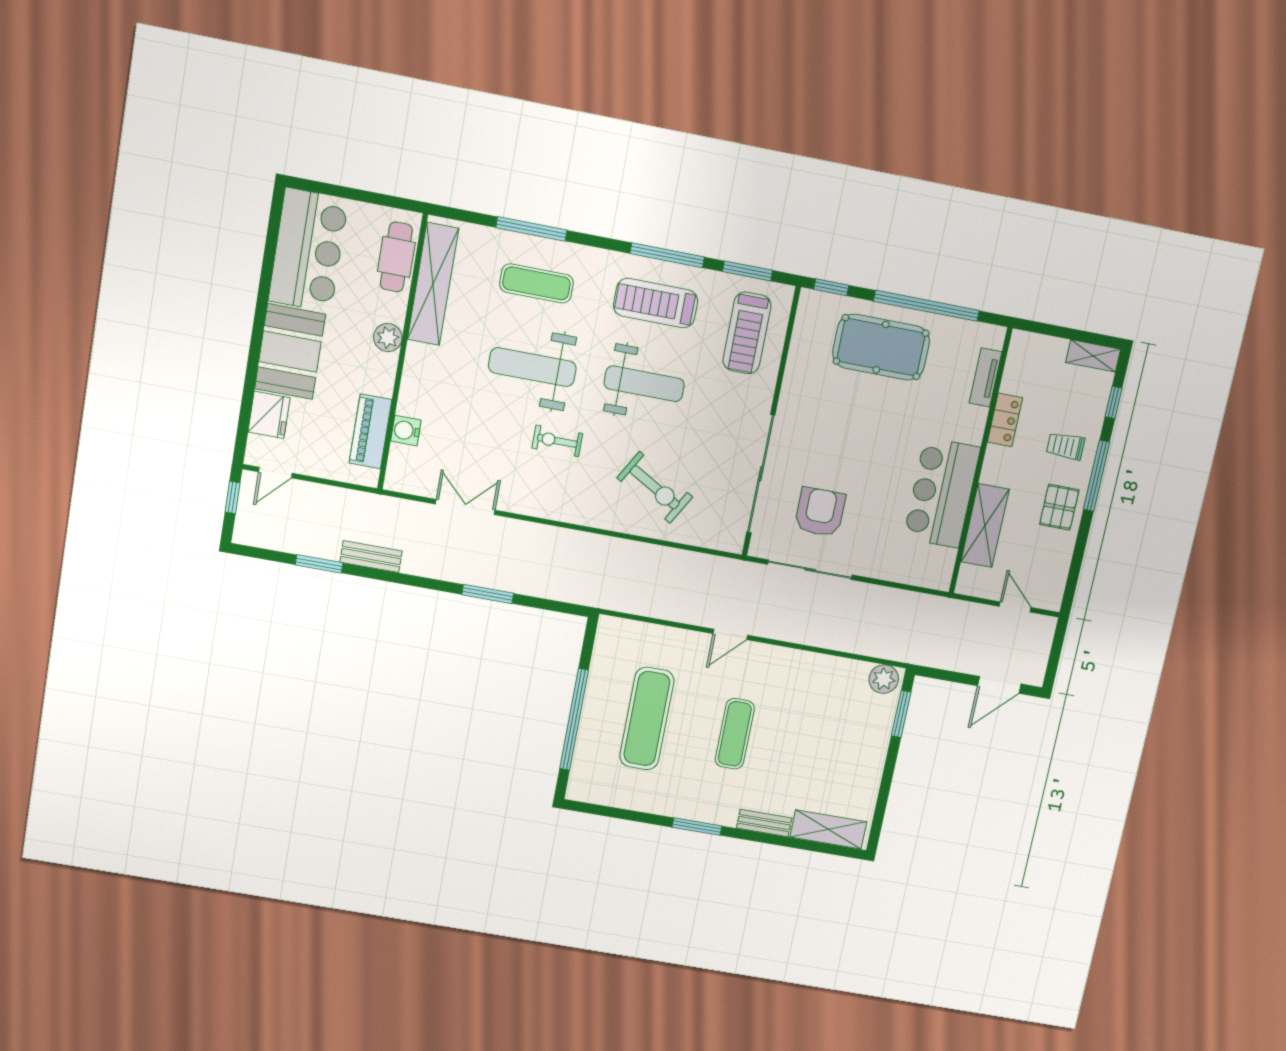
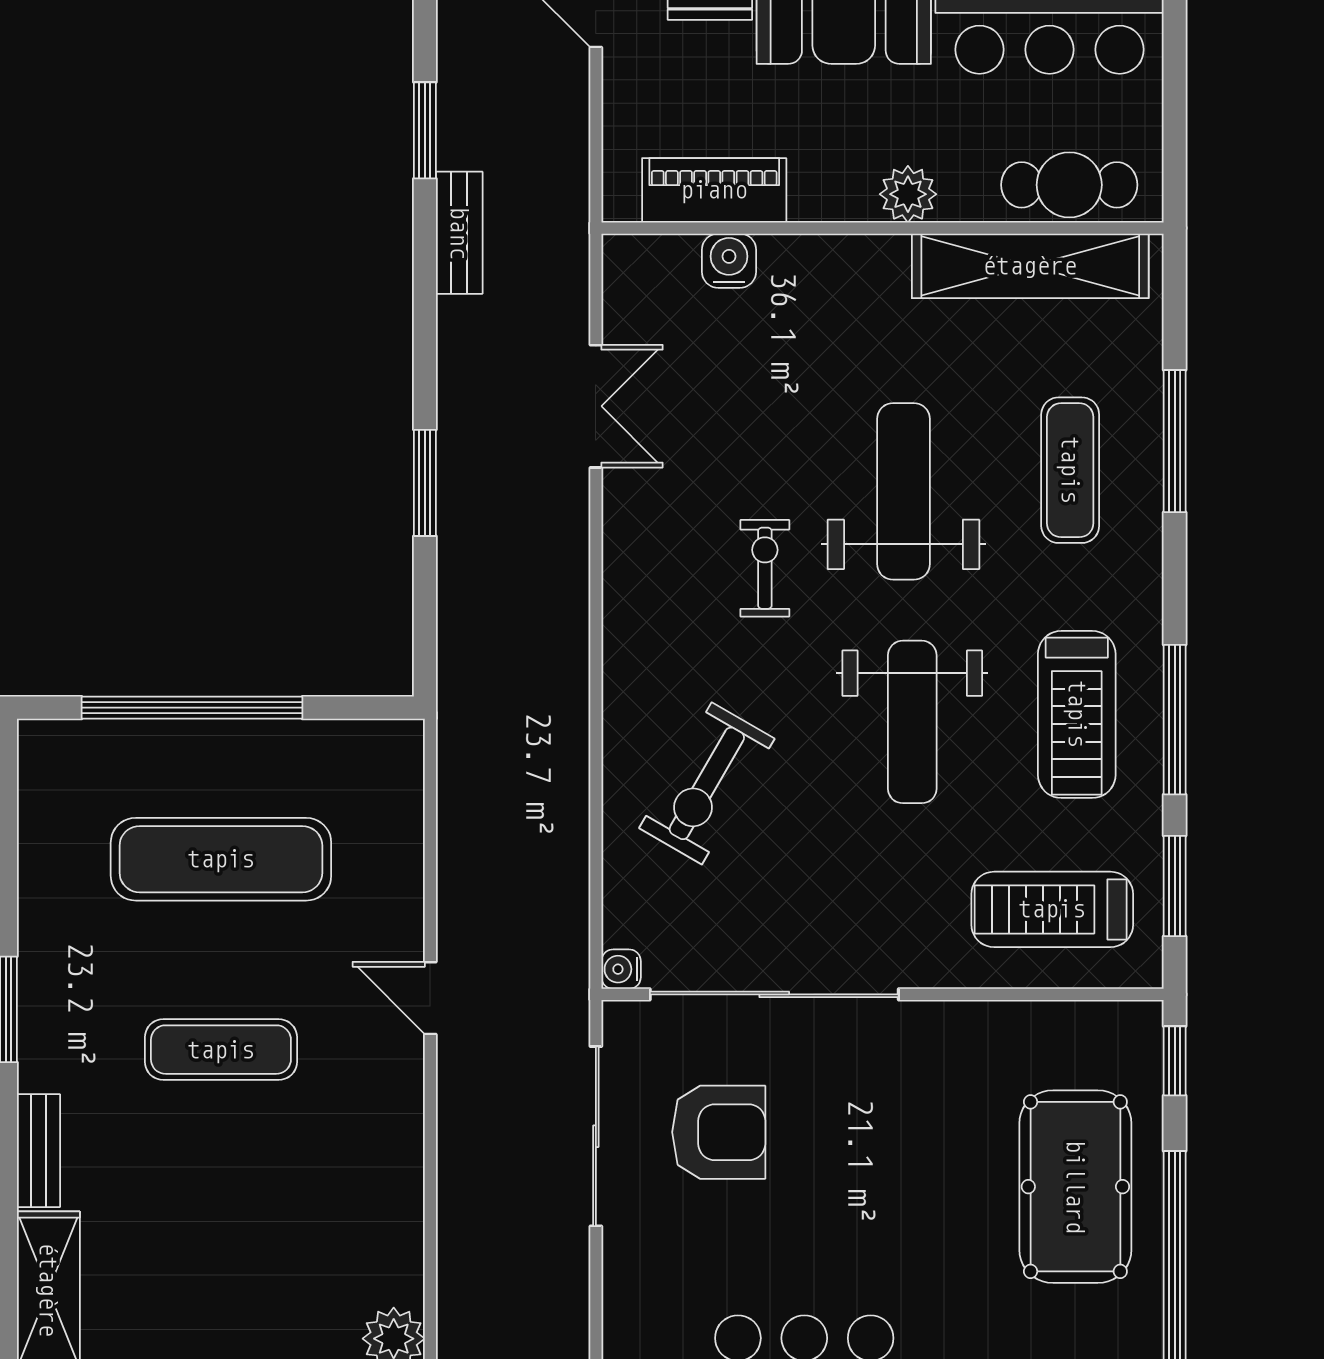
treadmill: (656, 303) -> (1077, 714), turned 180
water cooler: (734, 544) -> (621, 969), added

